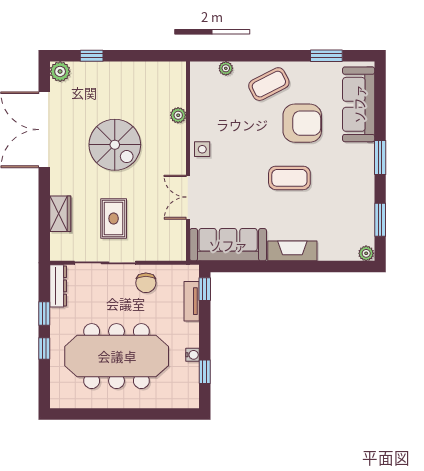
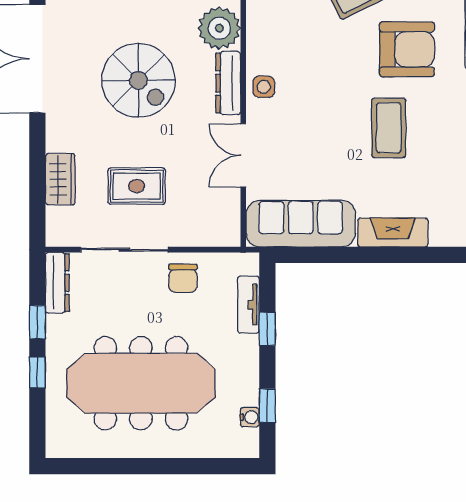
plant: (178, 115) -> (219, 28), width x1.87, depth x1.87
dresser: (177, 147) -> (228, 83), added
coffee table: (289, 178) -> (389, 128), turned 90
rug: (114, 219) -> (137, 186), turned 90
window: (205, 289) -> (267, 329), moved
water cooler: (193, 355) -> (250, 417), moved

